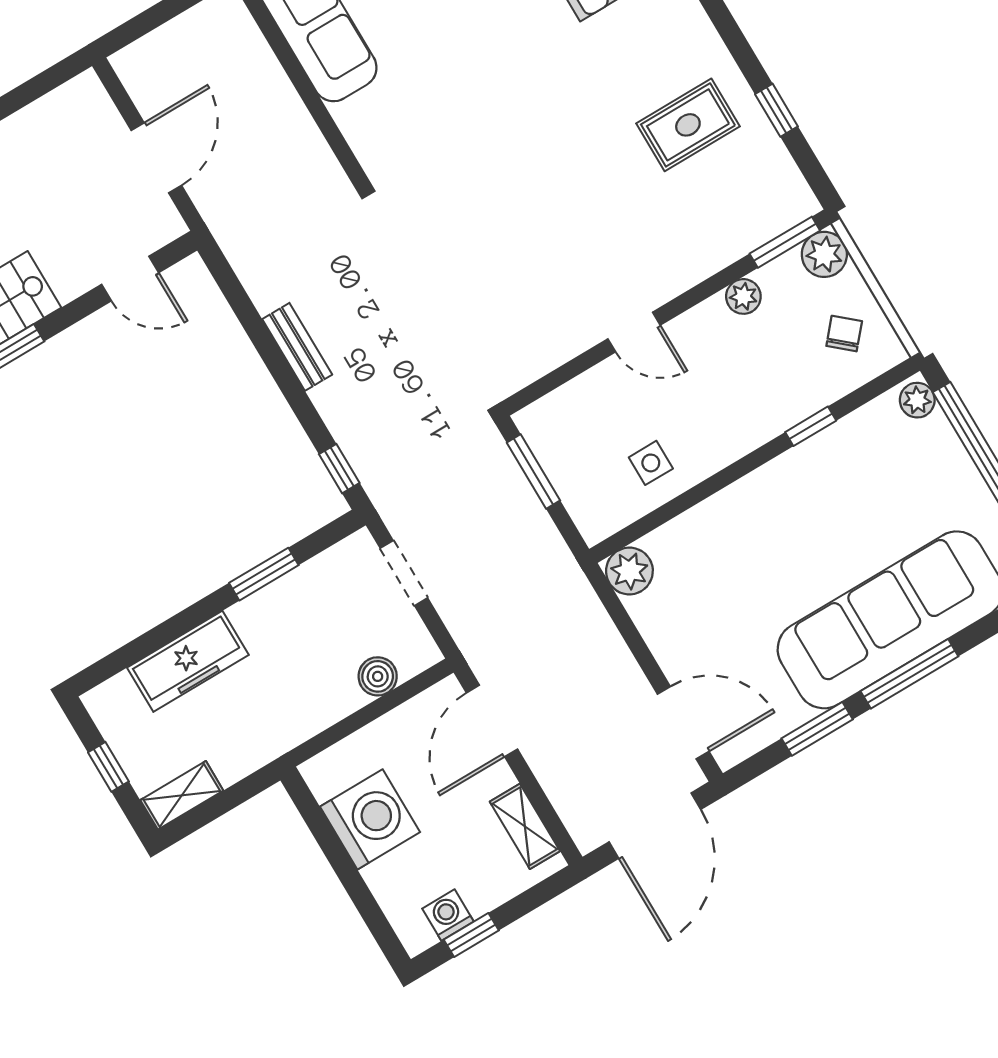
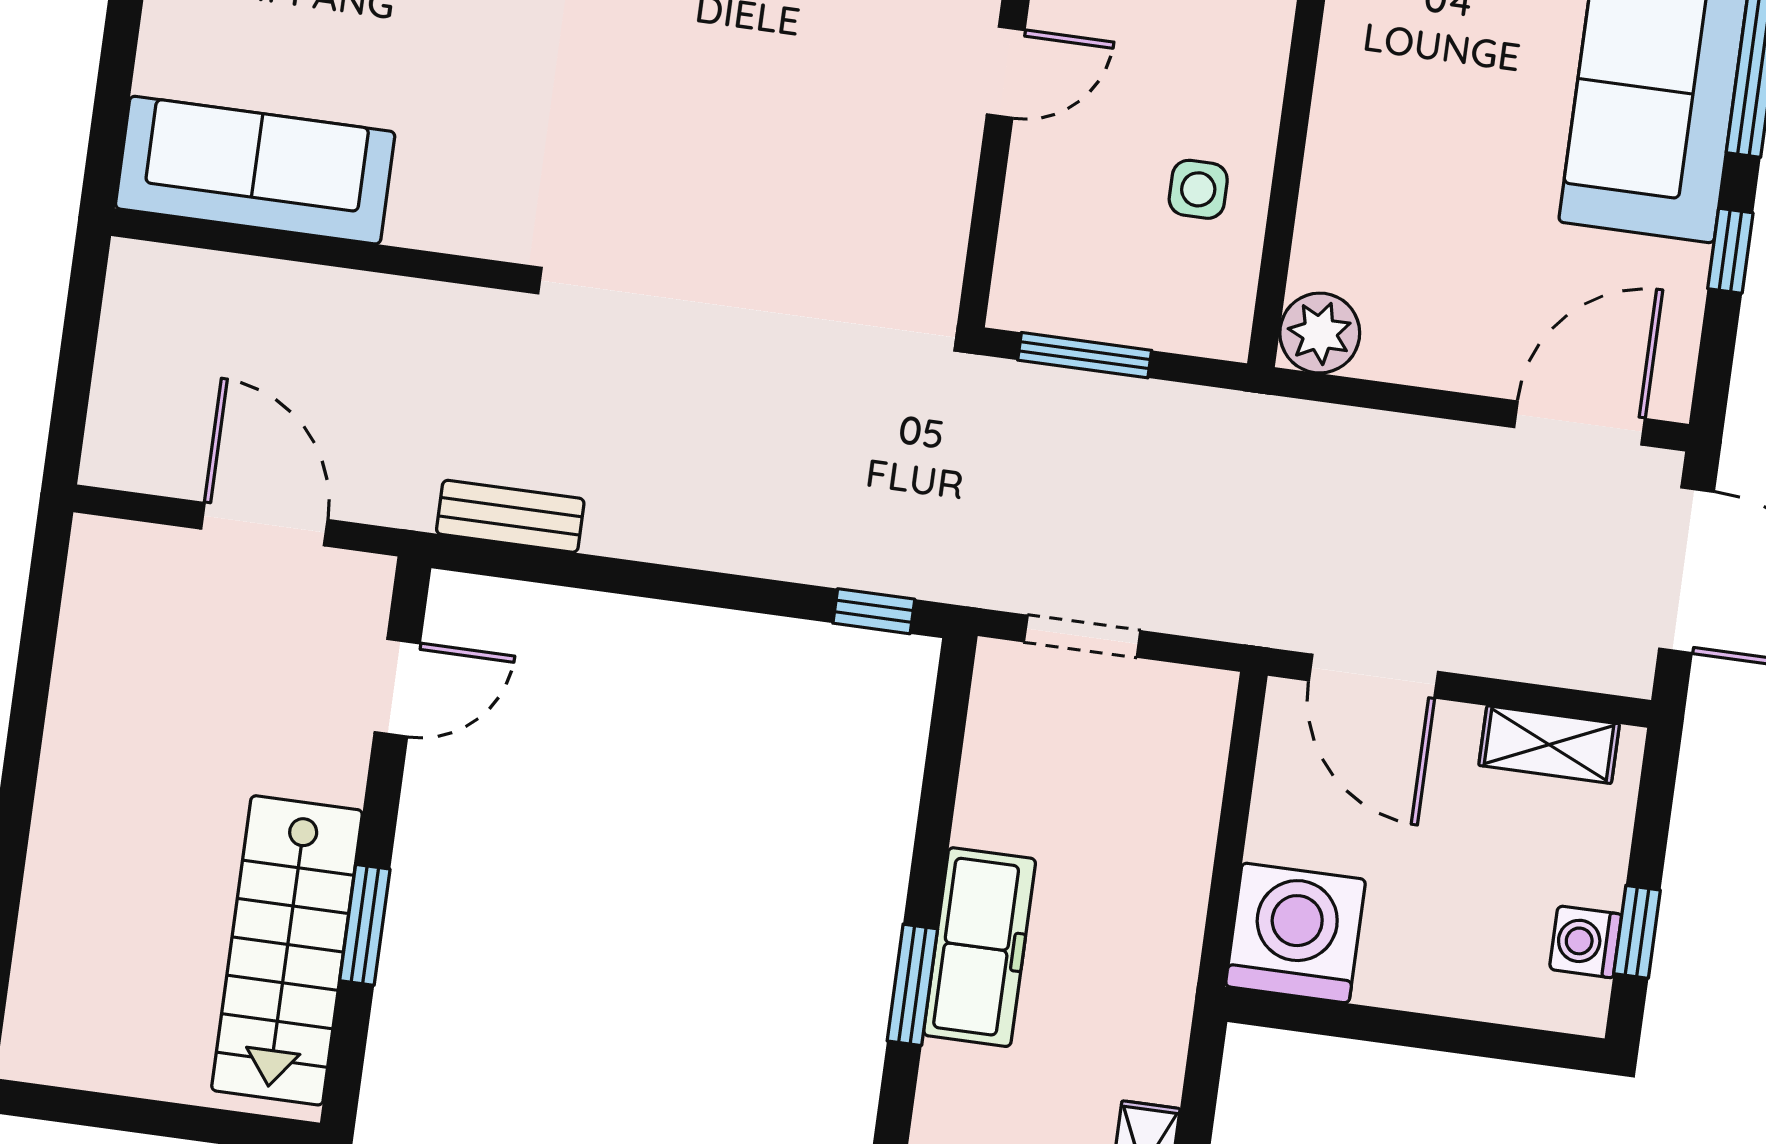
bench: (297, 347) -> (510, 516), moved
window: (264, 574) -> (912, 985), moved
freezer: (188, 661) -> (980, 947), moved
boiler: (378, 676) -> (1192, 781), removed
window: (817, 729) -> (1730, 251), width x0.67
washing machine: (370, 819) -> (1296, 933), moved

